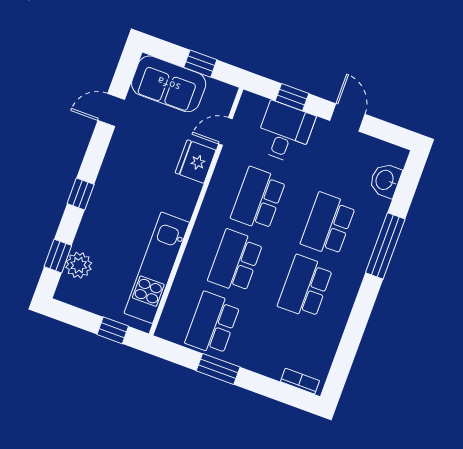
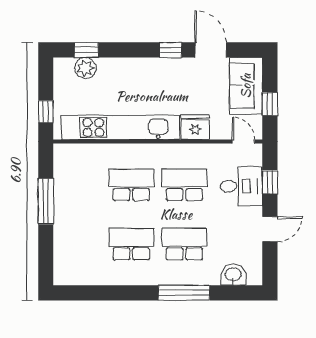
door: (111, 110) -> (211, 50), width x1.38
door: (225, 131) -> (243, 141), moved
window: (81, 194) -> (171, 50), moved
kitchen unit: (157, 268) -> (121, 127), width x1.36
school desk: (213, 324) -> (78, 185), removed
window: (218, 369) -> (46, 201), width x1.44
bookcase: (300, 381) -> (59, 266), removed

